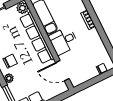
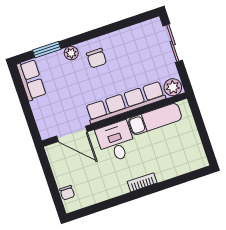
door: (62, 71) -> (72, 134), swing flipped

